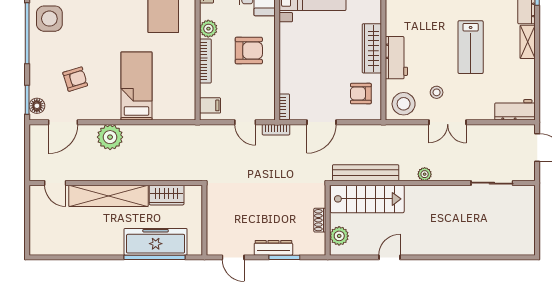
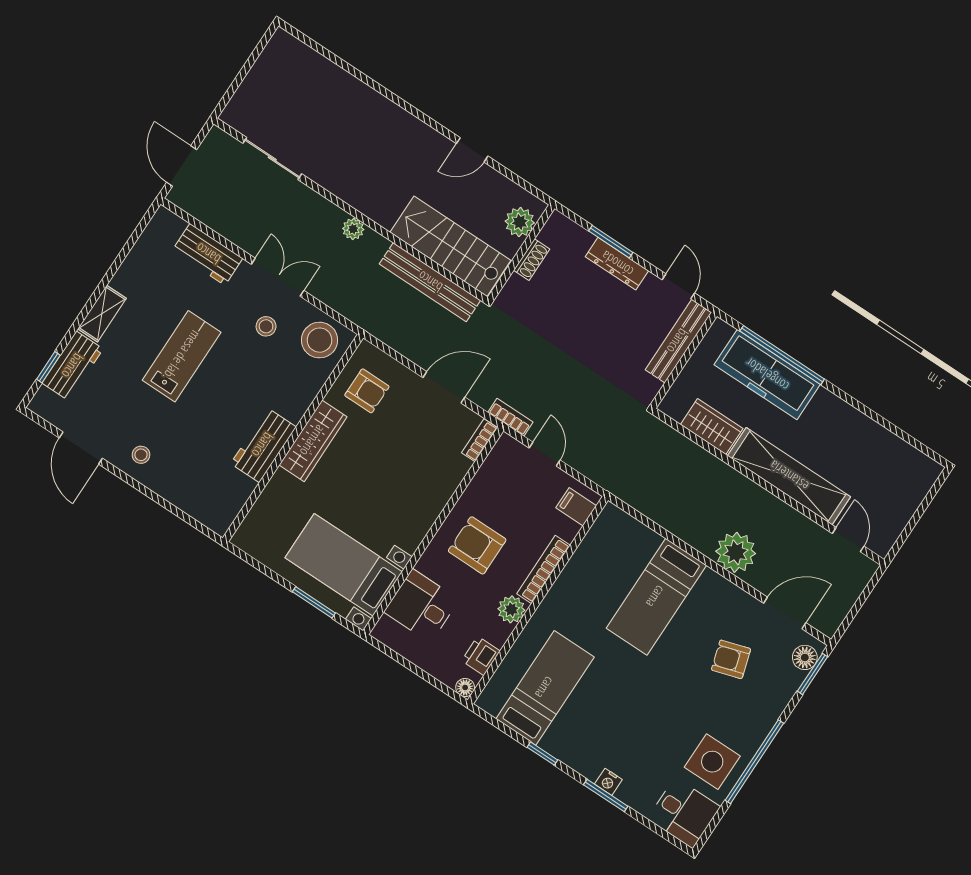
workbench: (396, 58) -> (263, 445), moved
workbench: (515, 110) -> (208, 254), moved
bench: (214, 228) -> (678, 341), added

